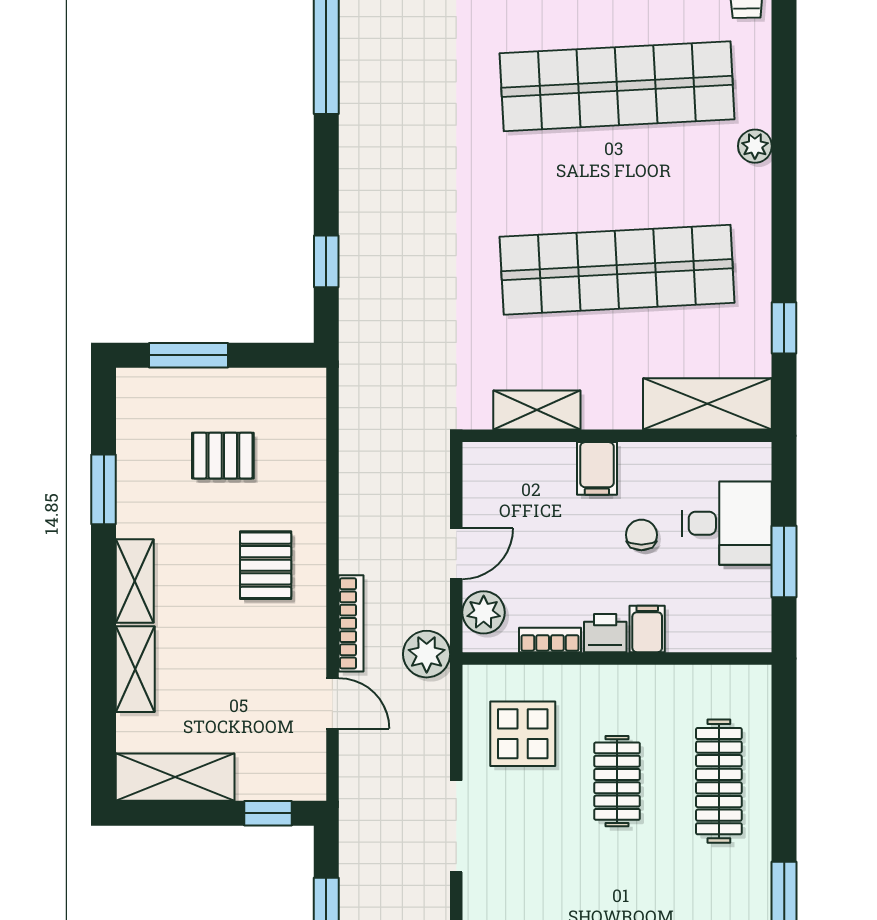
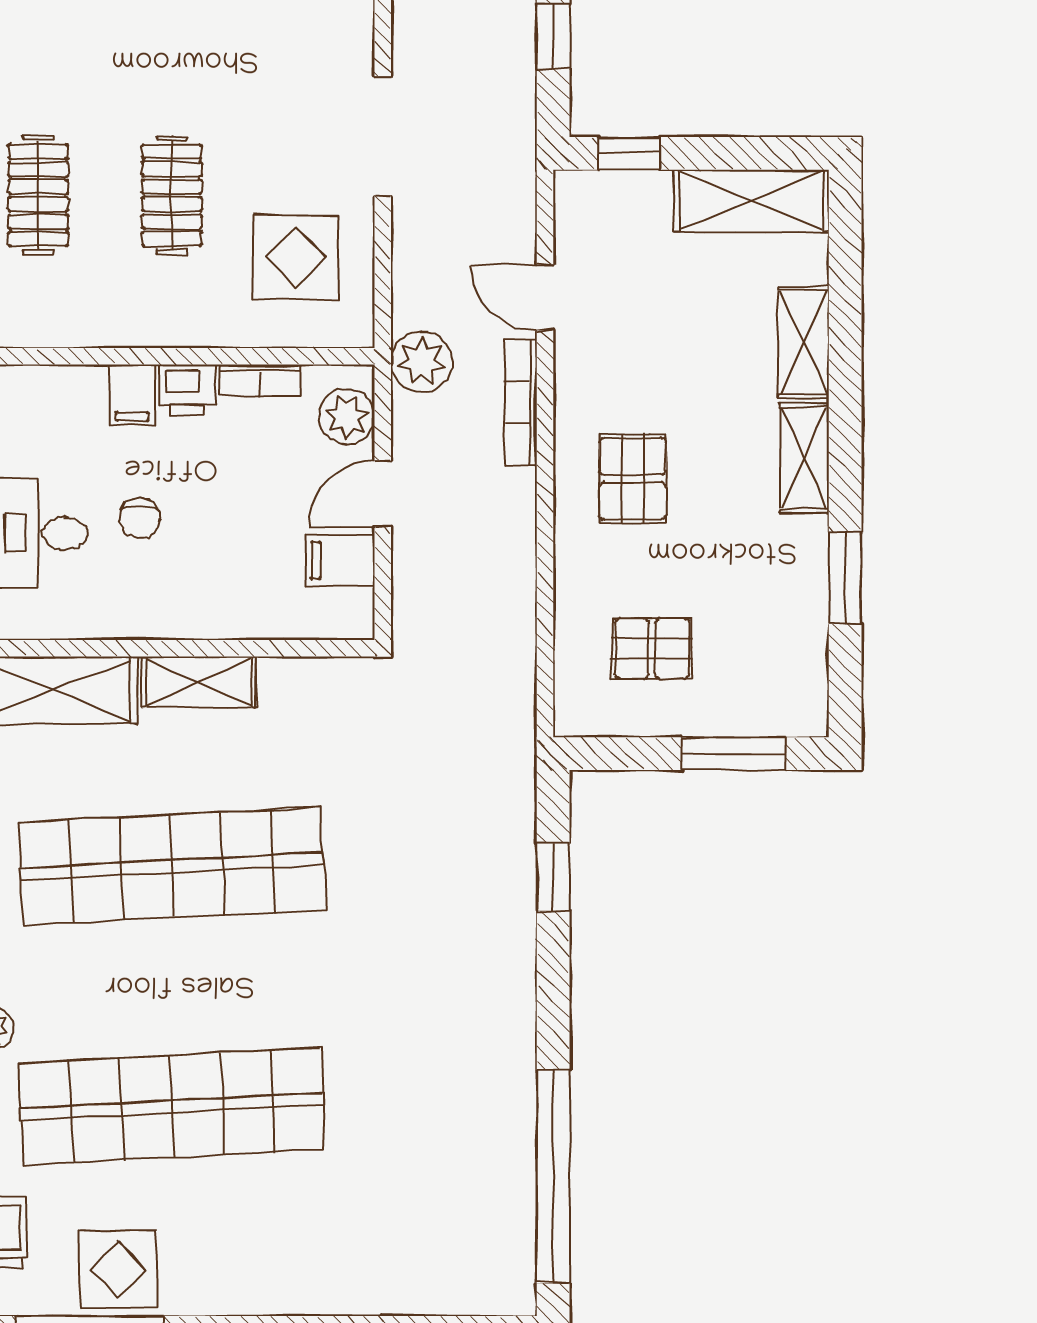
shelving: (537, 410) -> (199, 682), moved
pallet: (223, 456) -> (652, 648), moved
filing cabinet: (597, 468) -> (340, 560), moved, turned -90
clothes rail: (719, 781) -> (38, 195), width x0.73

